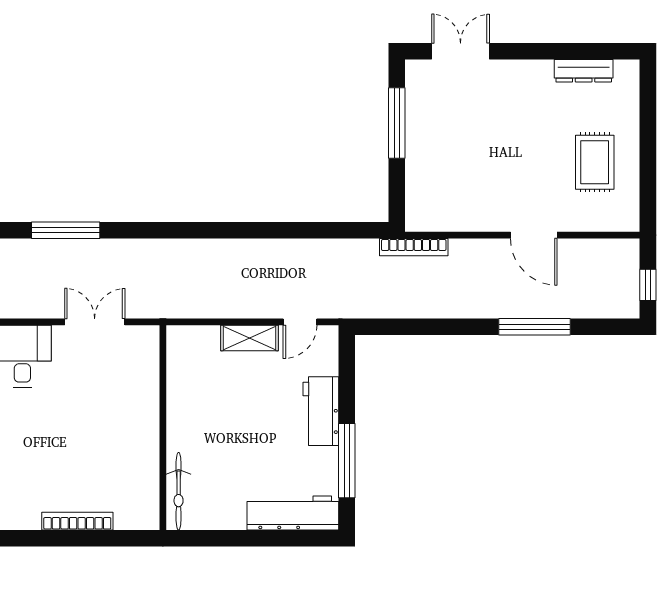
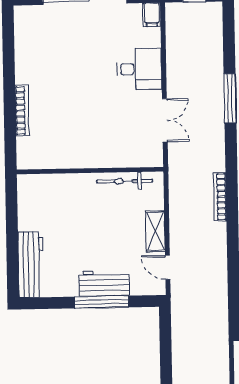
bookcase: (414, 247) -> (220, 197), moved
window: (347, 461) -> (102, 302), moved
bicycle: (179, 491) -> (125, 181), moved

